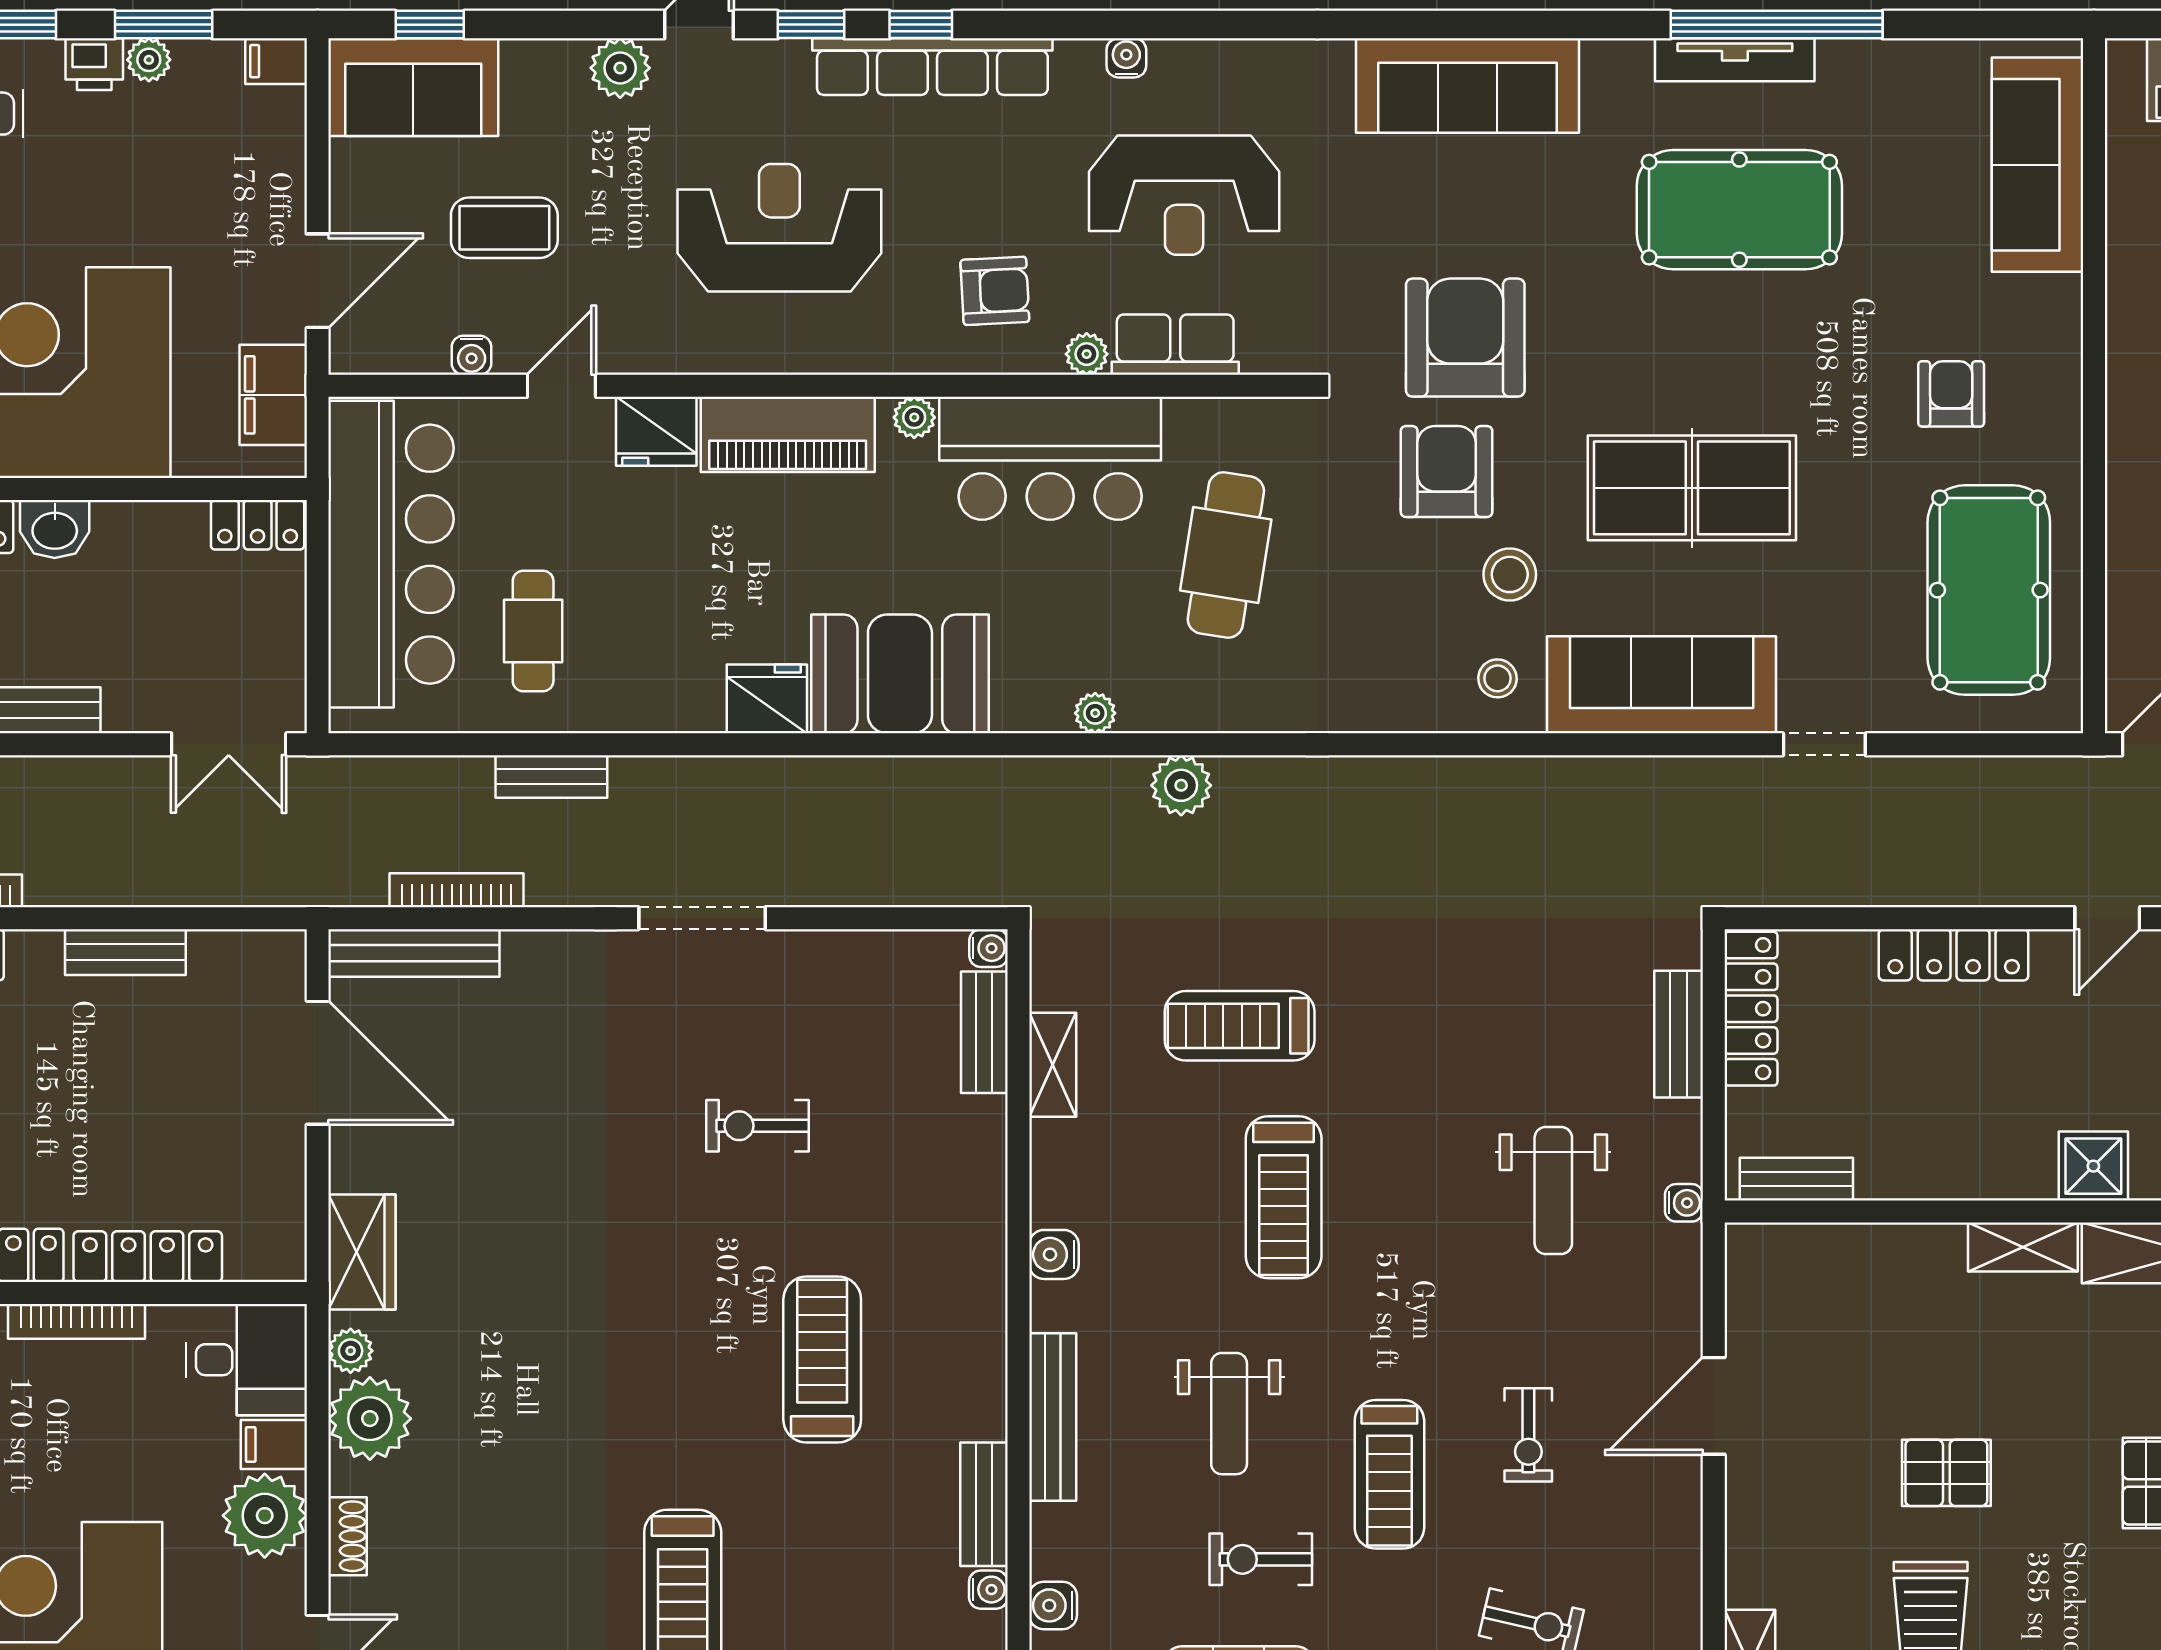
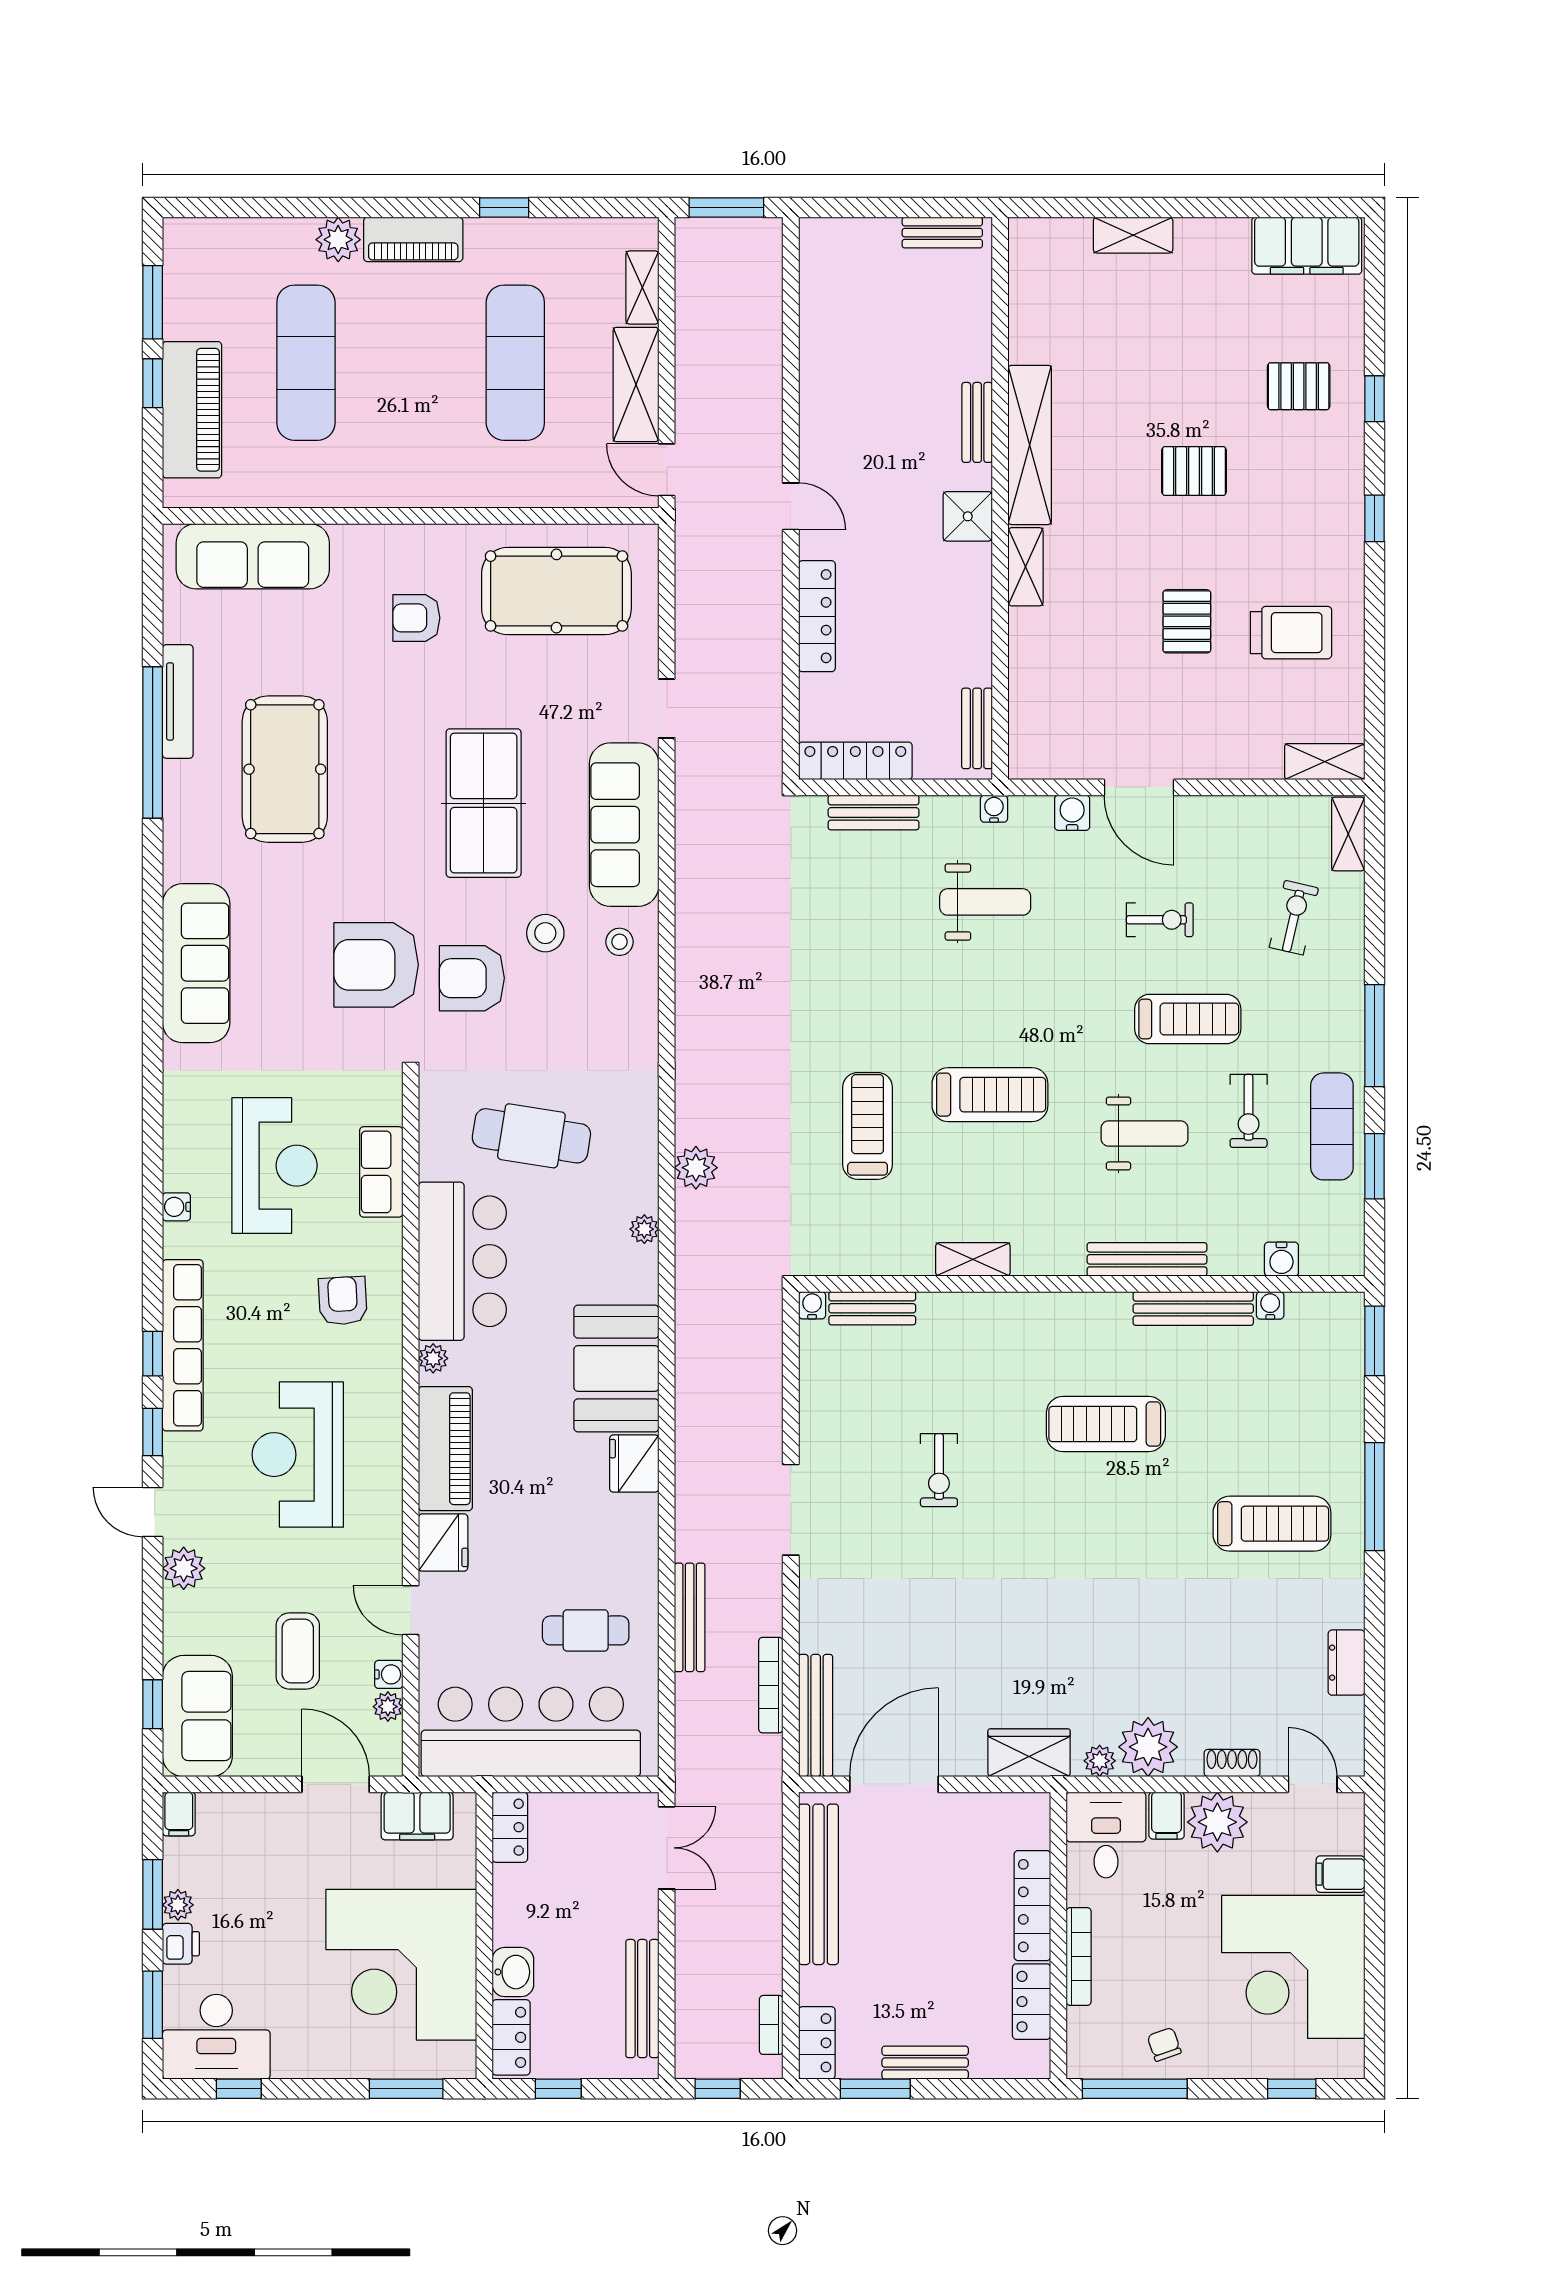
tv unit: (1735, 60) -> (178, 701), moved
plant: (1087, 354) -> (388, 1707), moved
bench: (551, 777) -> (690, 1617), width x1.36
bench: (125, 952) -> (818, 1884), width x1.86, depth x1.21
treadmill: (1240, 1026) -> (868, 1126), turned 180
shelving: (1053, 1065) -> (973, 1259), moved
water cooler: (1054, 1254) -> (1072, 813), moved, turned 180
bench: (984, 1504) -> (1193, 1309), width x1.36

